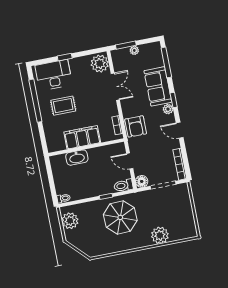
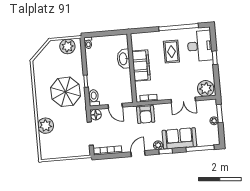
armchair: (136, 126) -> (146, 115), turned -90
door: (130, 161) -> (115, 106), swing flipped

